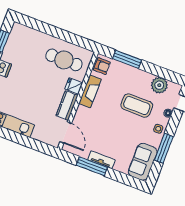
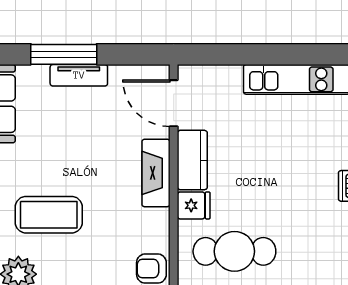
fireplace: (90, 91) -> (156, 173), moved
window: (92, 166) -> (64, 54), moved

